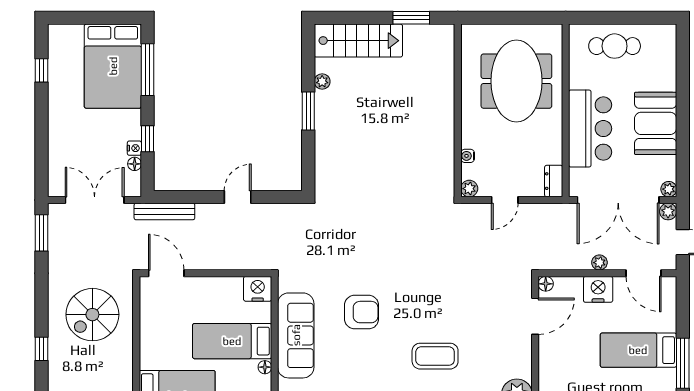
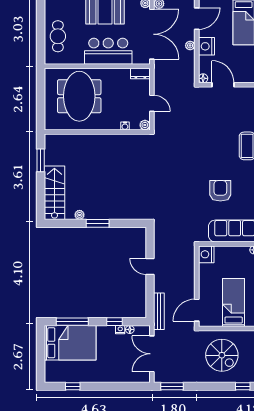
meeting table: (516, 81) -> (79, 96), turned 90
bed: (232, 341) -> (234, 302), moved, turned 180

